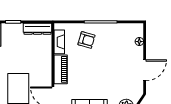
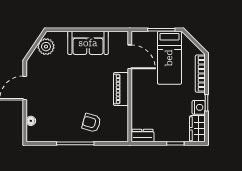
dresser: (38, 29) -> (143, 136), width x0.70
fireplace: (59, 42) -> (122, 121), removed

